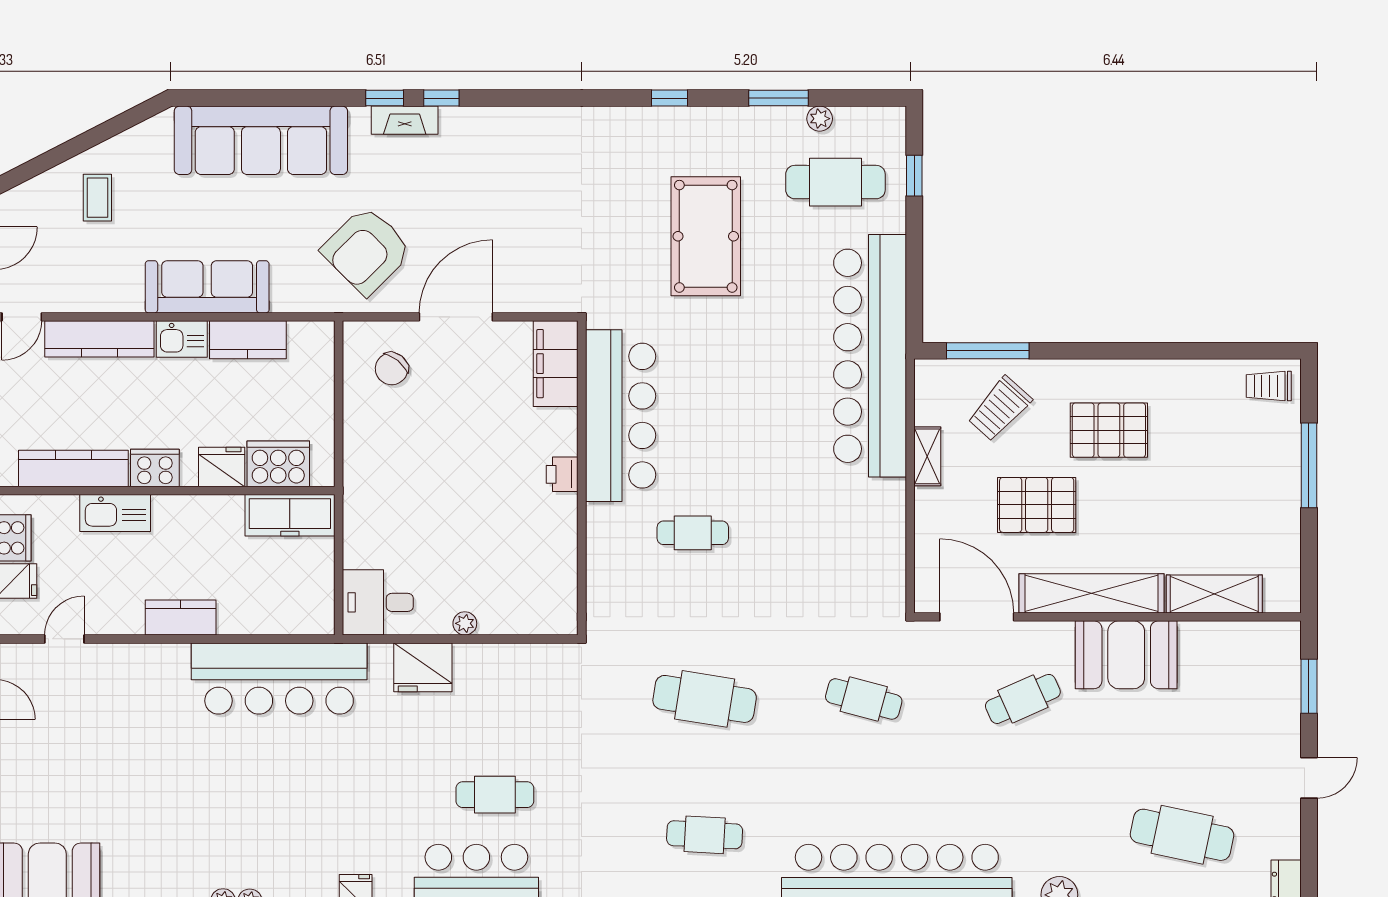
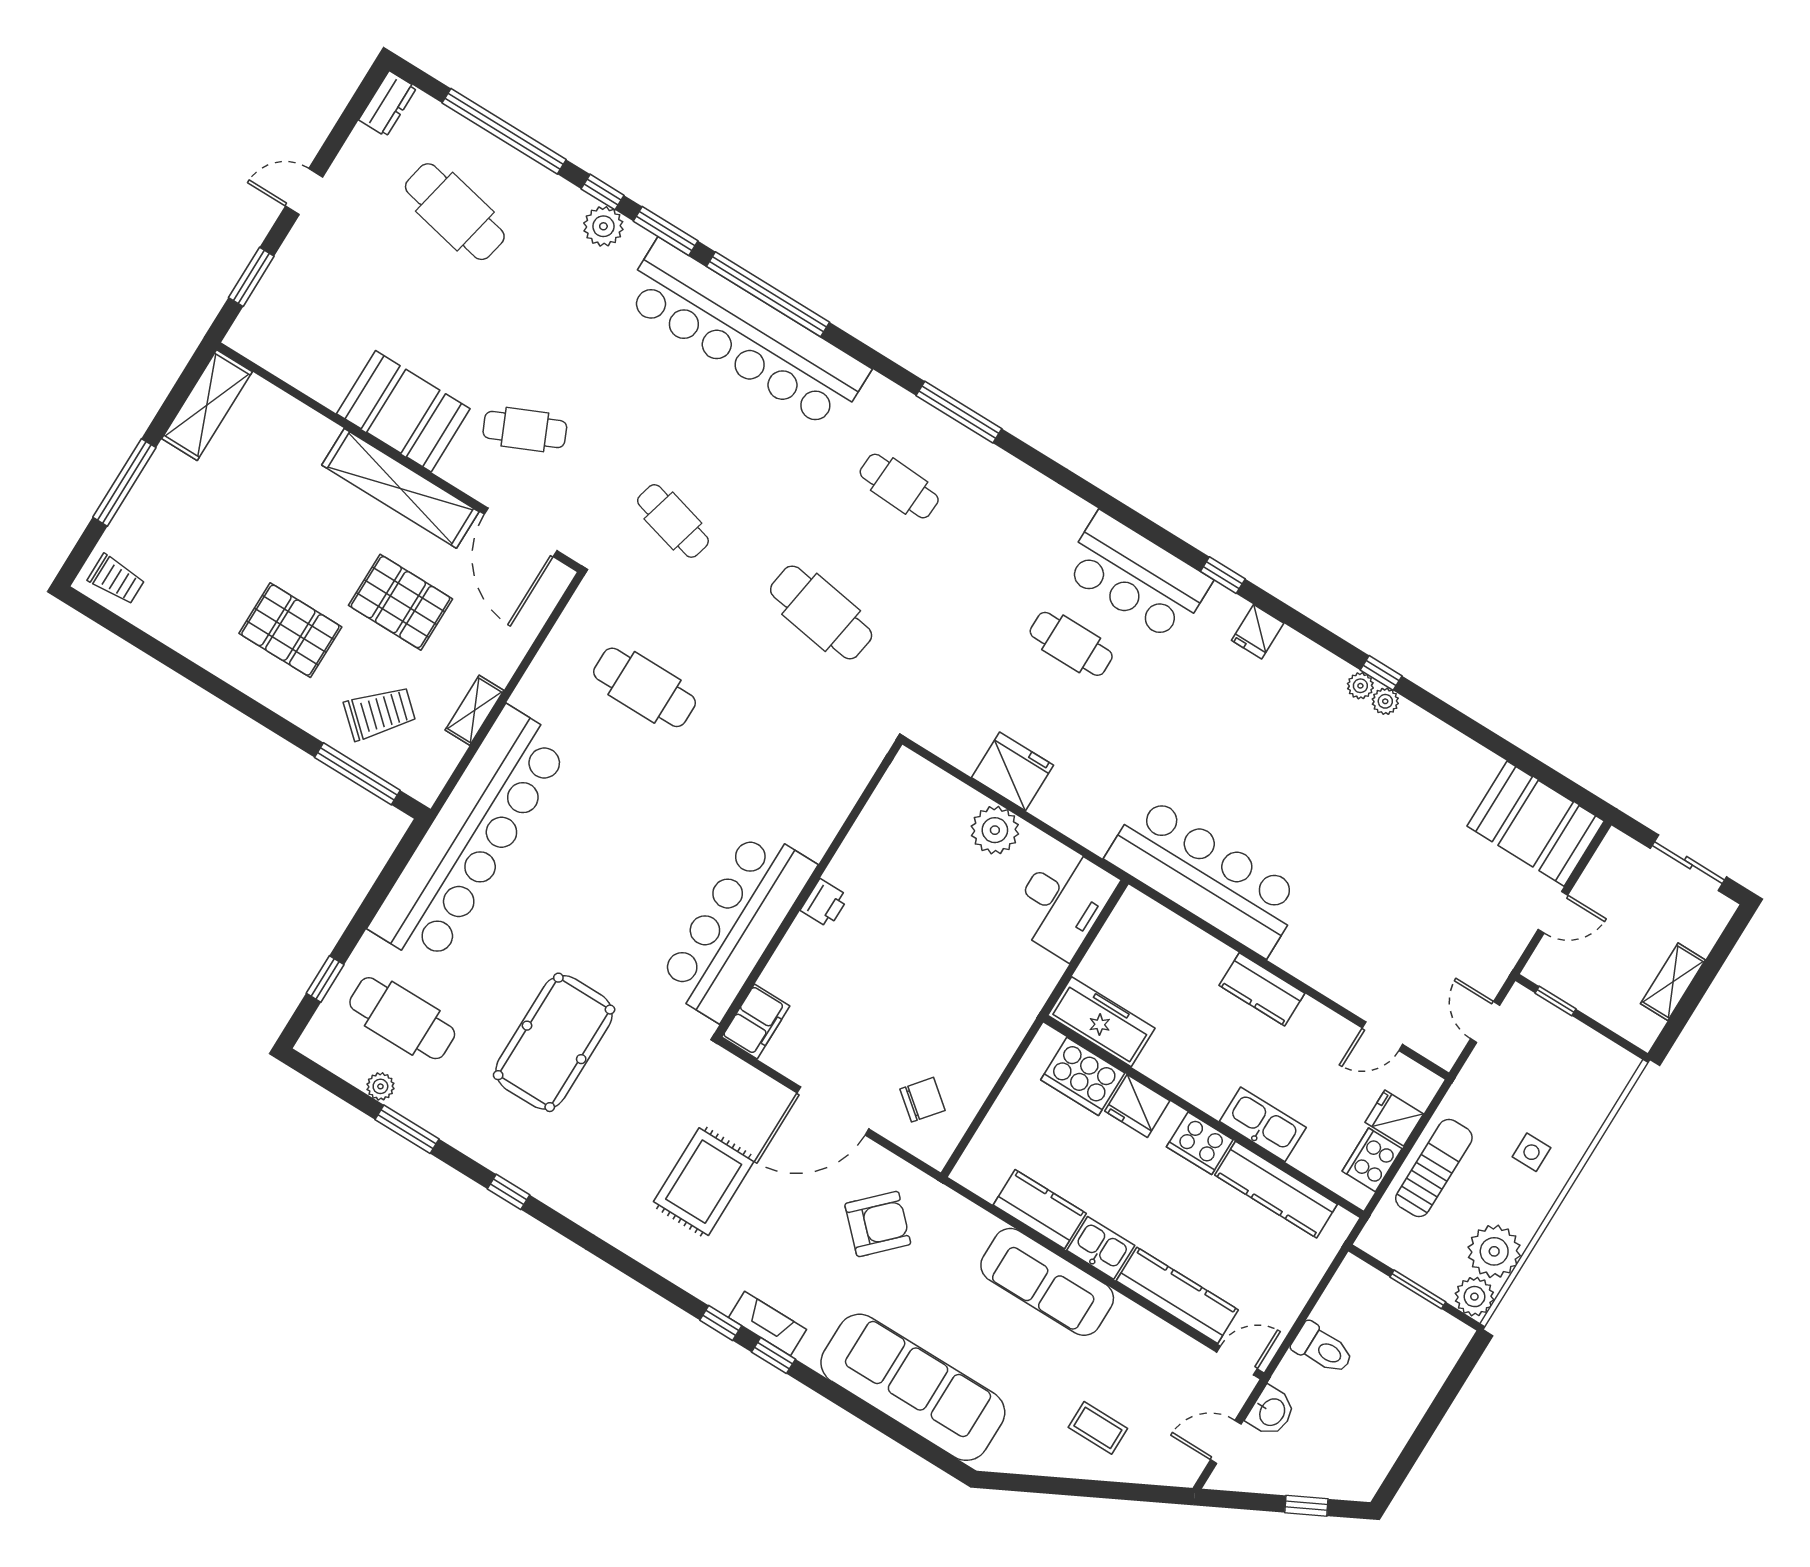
coffee table: (97, 198) -> (1098, 1428), turned 90
rug: (522, 200) -> (704, 1182), added
armchair: (367, 250) -> (878, 1224), width x0.73, depth x0.73
filing cabinet: (556, 364) -> (756, 1022), width x0.67, depth x0.86
cafe table: (693, 533) -> (644, 687), moved, width x1.37, depth x1.35
shelving: (1214, 594) -> (207, 405), moved, turned 90
desk: (378, 602) -> (1063, 902), width x1.37
plant: (465, 623) -> (995, 830), width x1.88, depth x1.88
fridge: (423, 667) -> (1012, 771), moved

